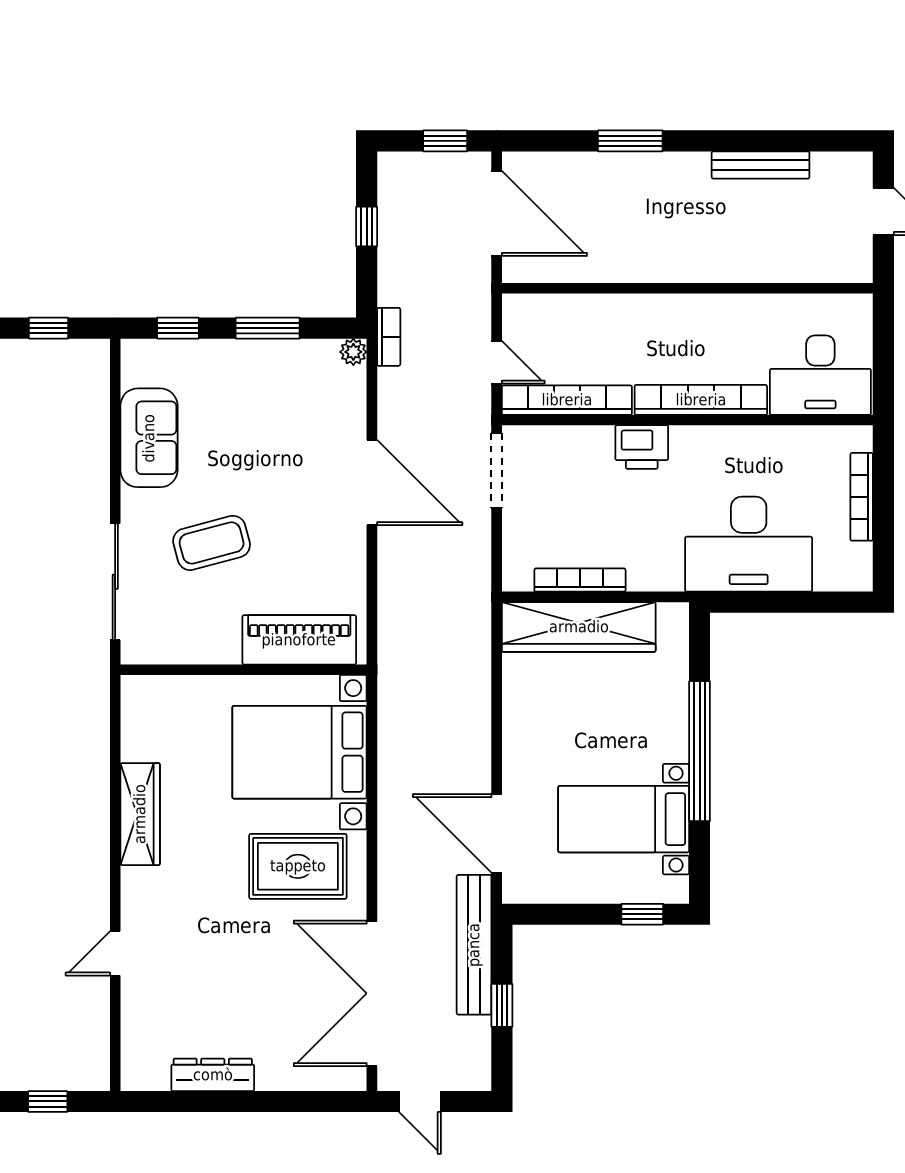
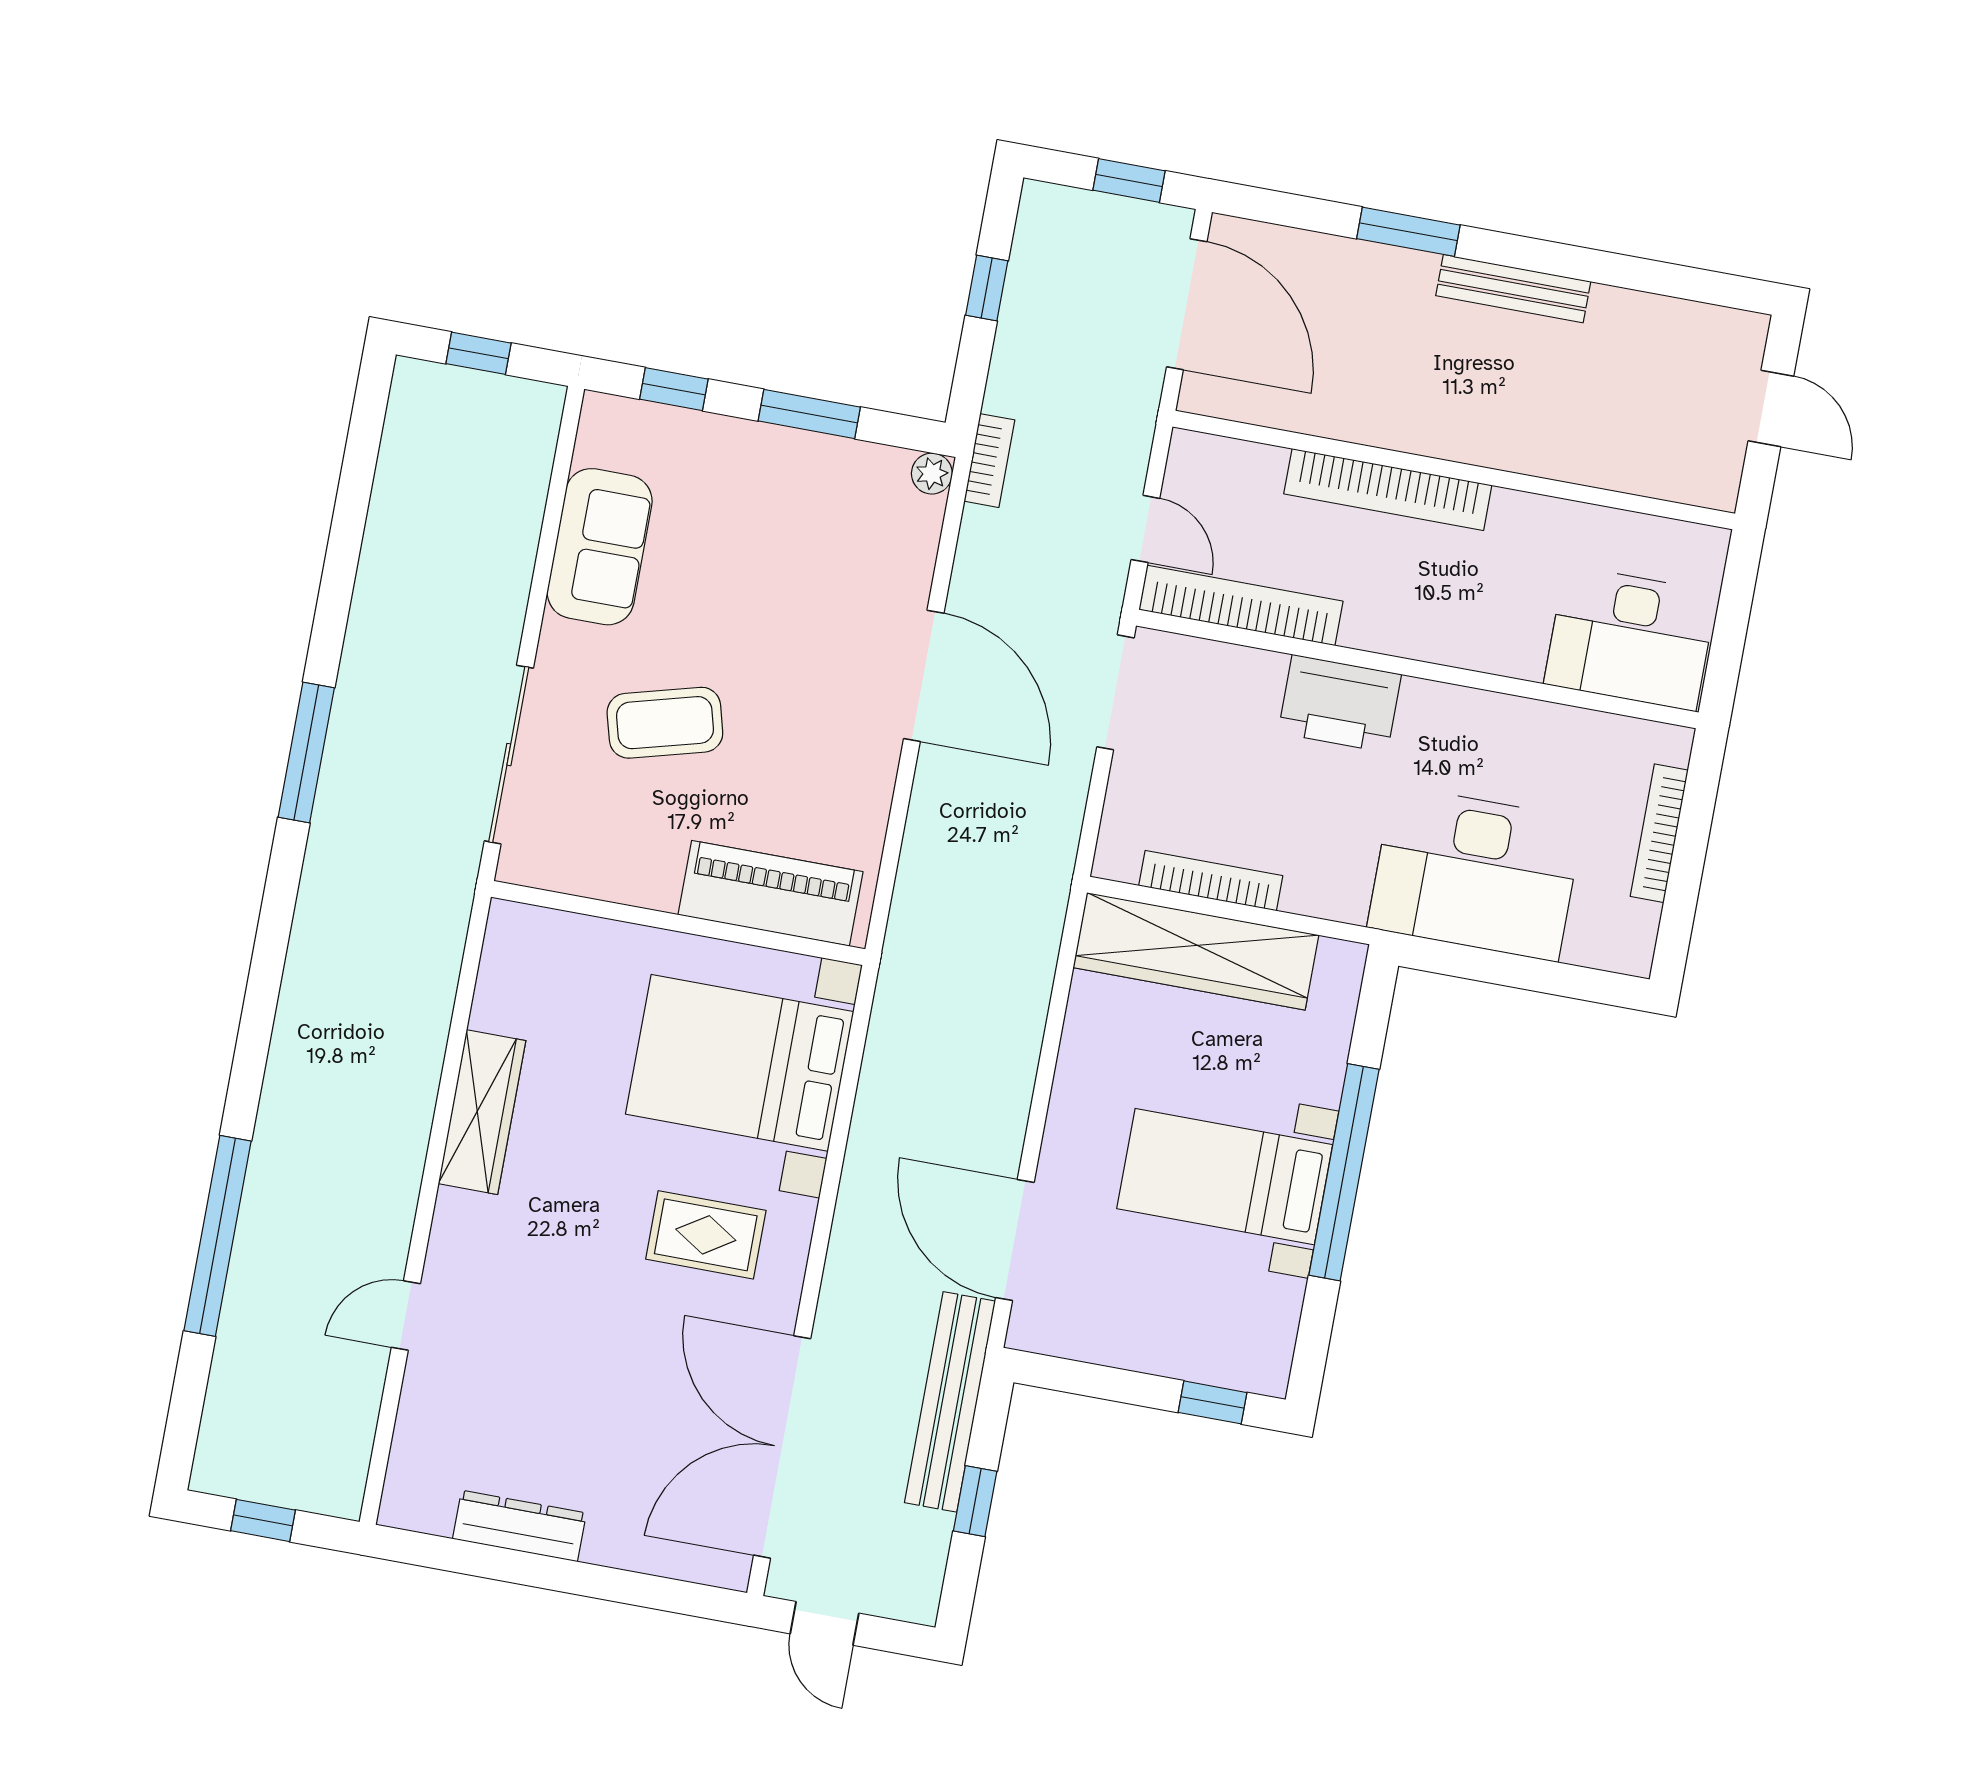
bench: (761, 165) -> (1513, 289), moved
bookcase: (701, 400) -> (1388, 490), moved, turned 180
printer: (642, 447) -> (1340, 704), width x1.37, depth x1.19
bed with nightstands: (624, 819) -> (1225, 1177), moved
rug: (298, 866) -> (706, 1235), width x0.73, depth x0.70

